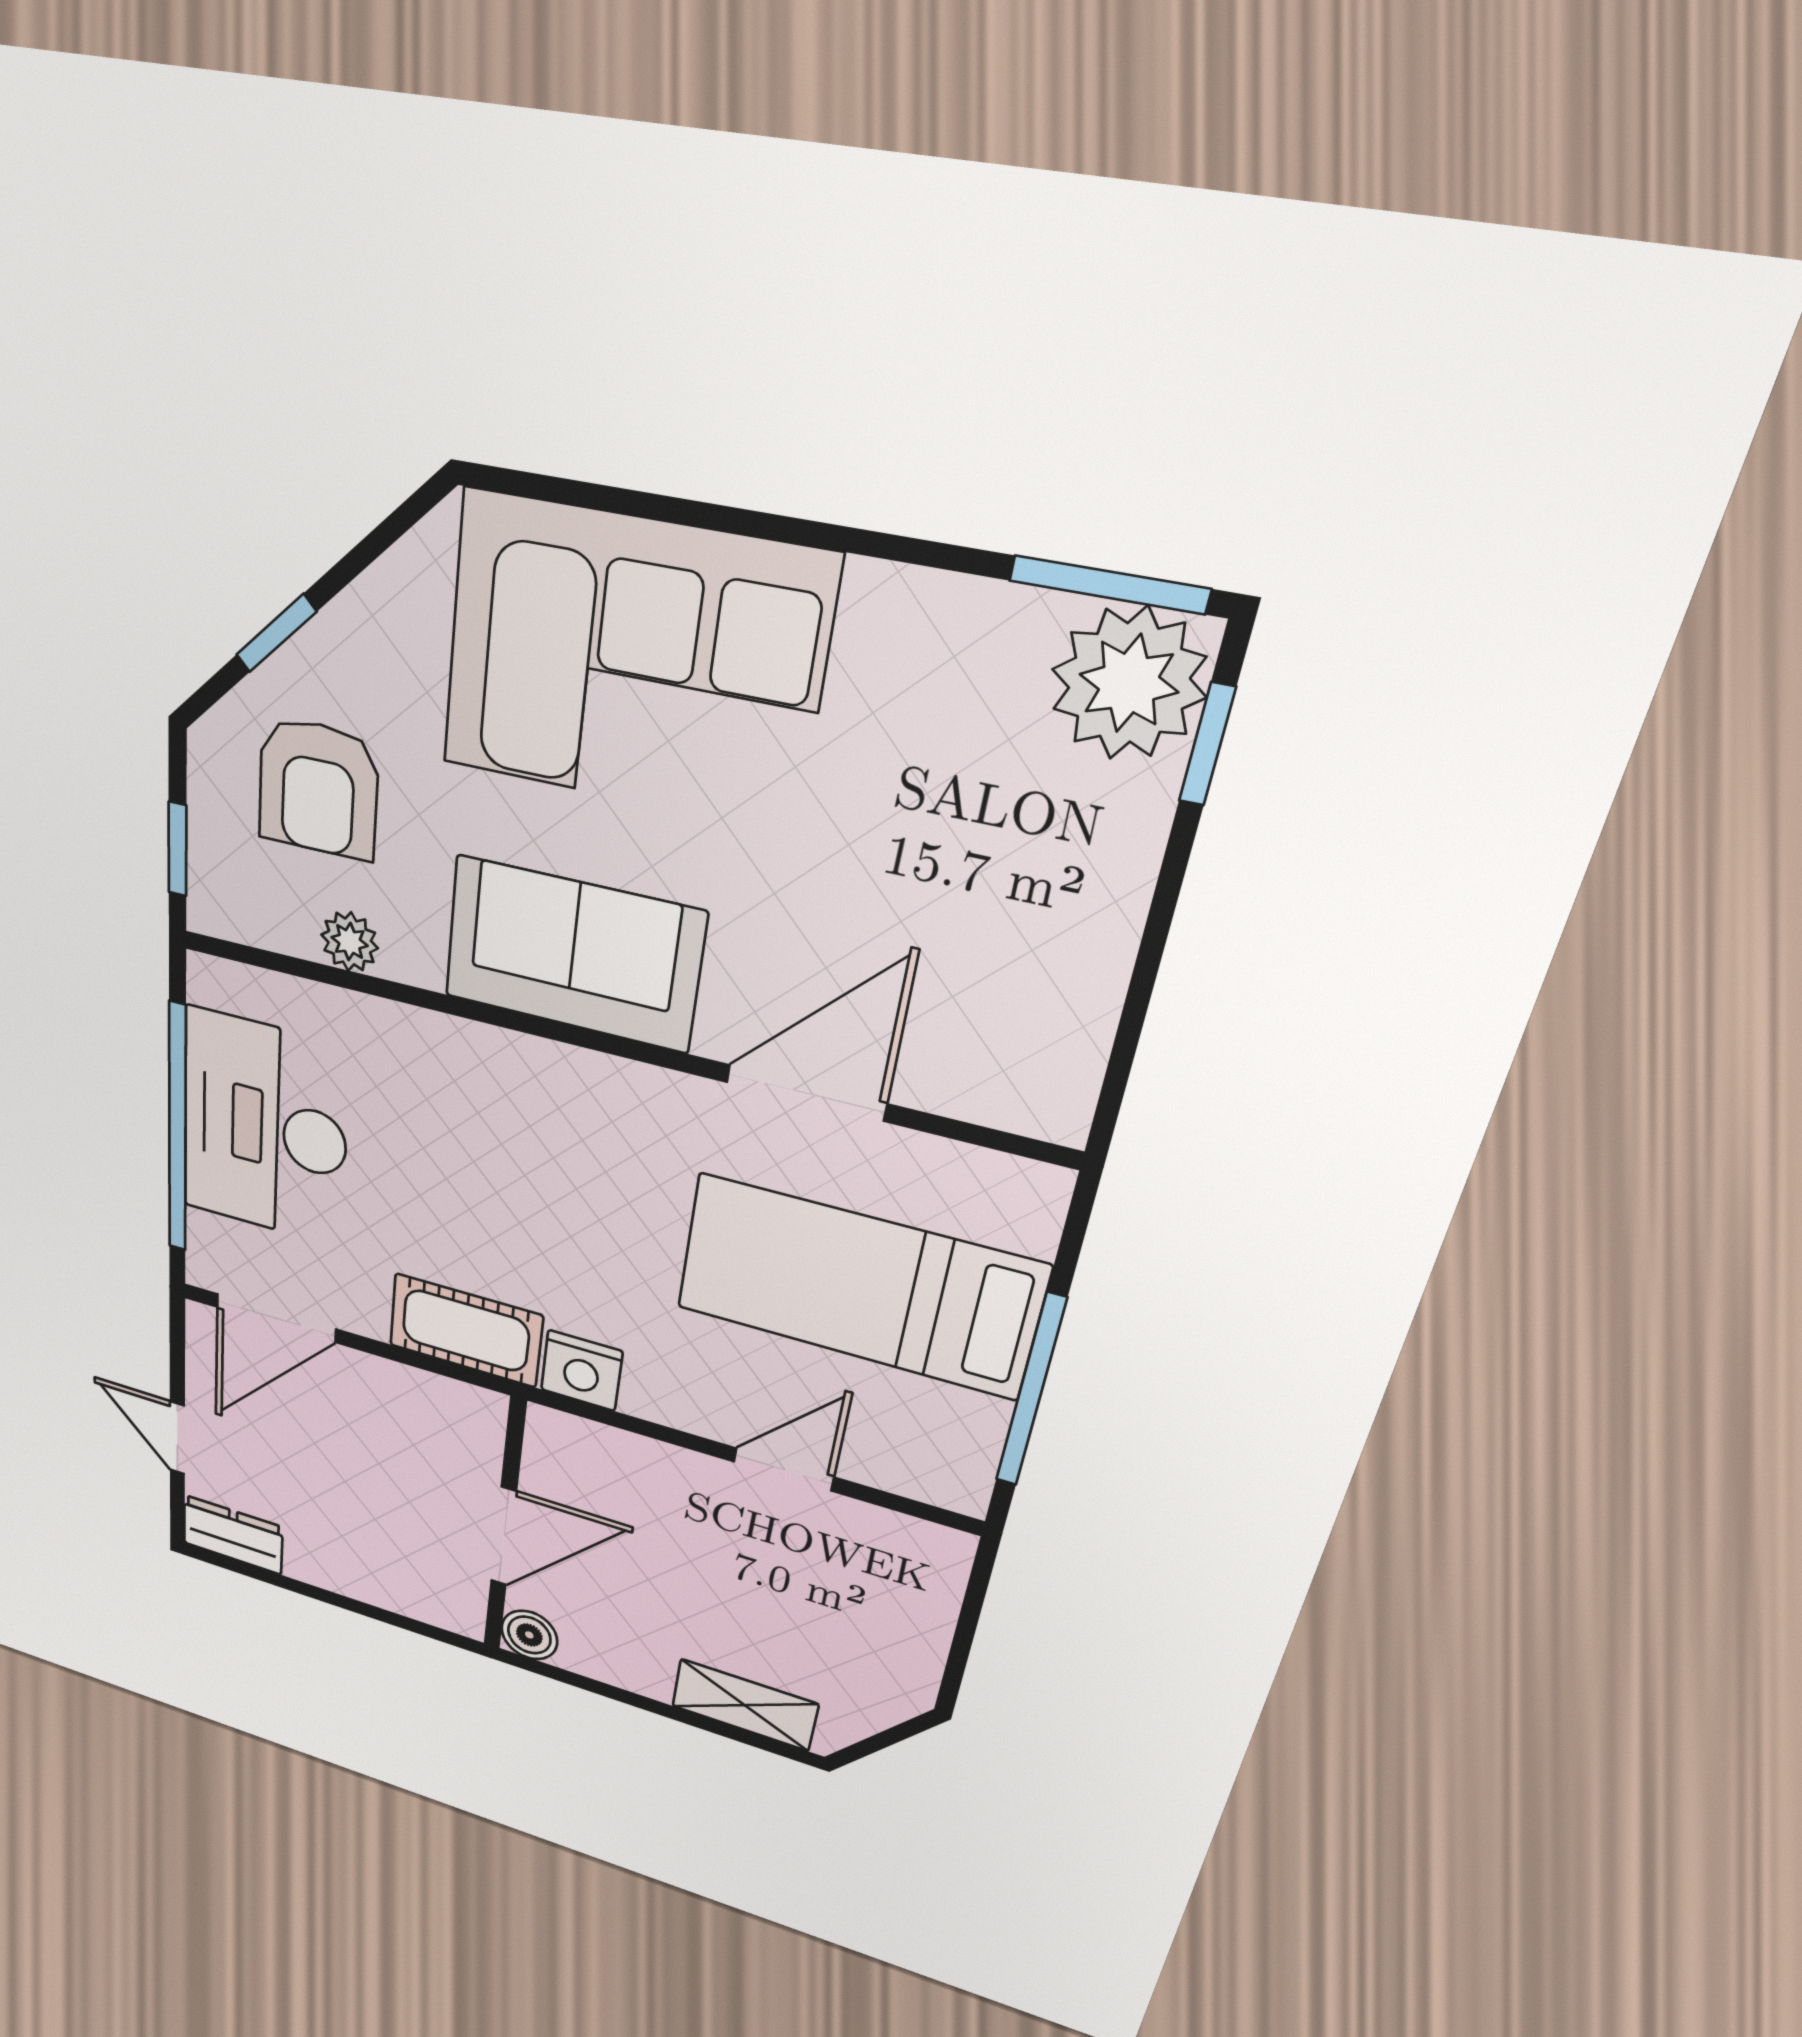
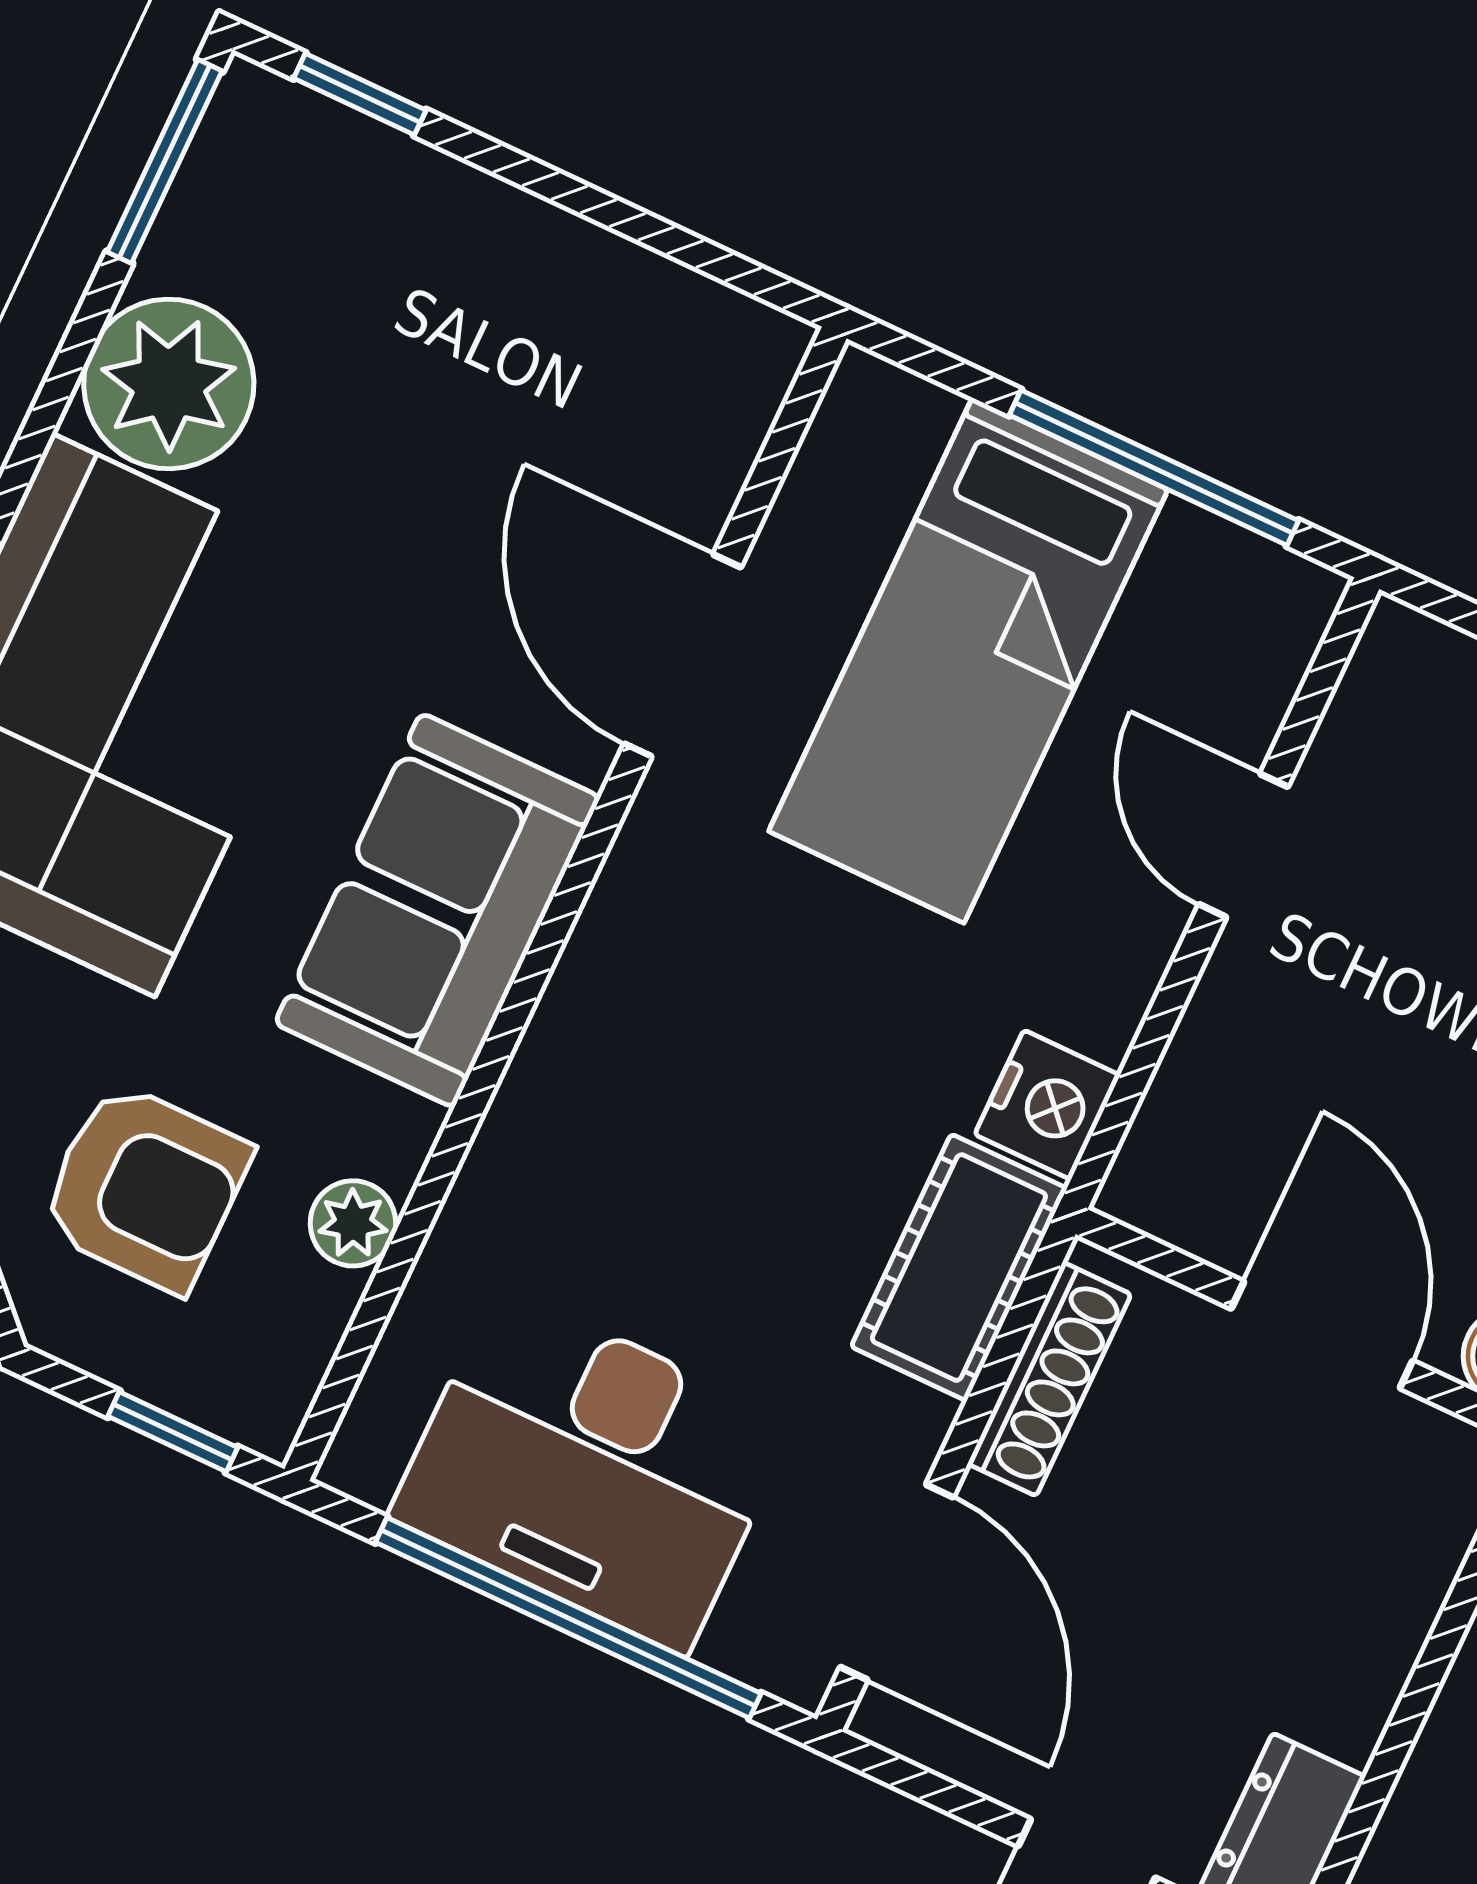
plant: (1129, 683) -> (169, 384), moved
shoe rack: (421, 1390) -> (1049, 1379), added

